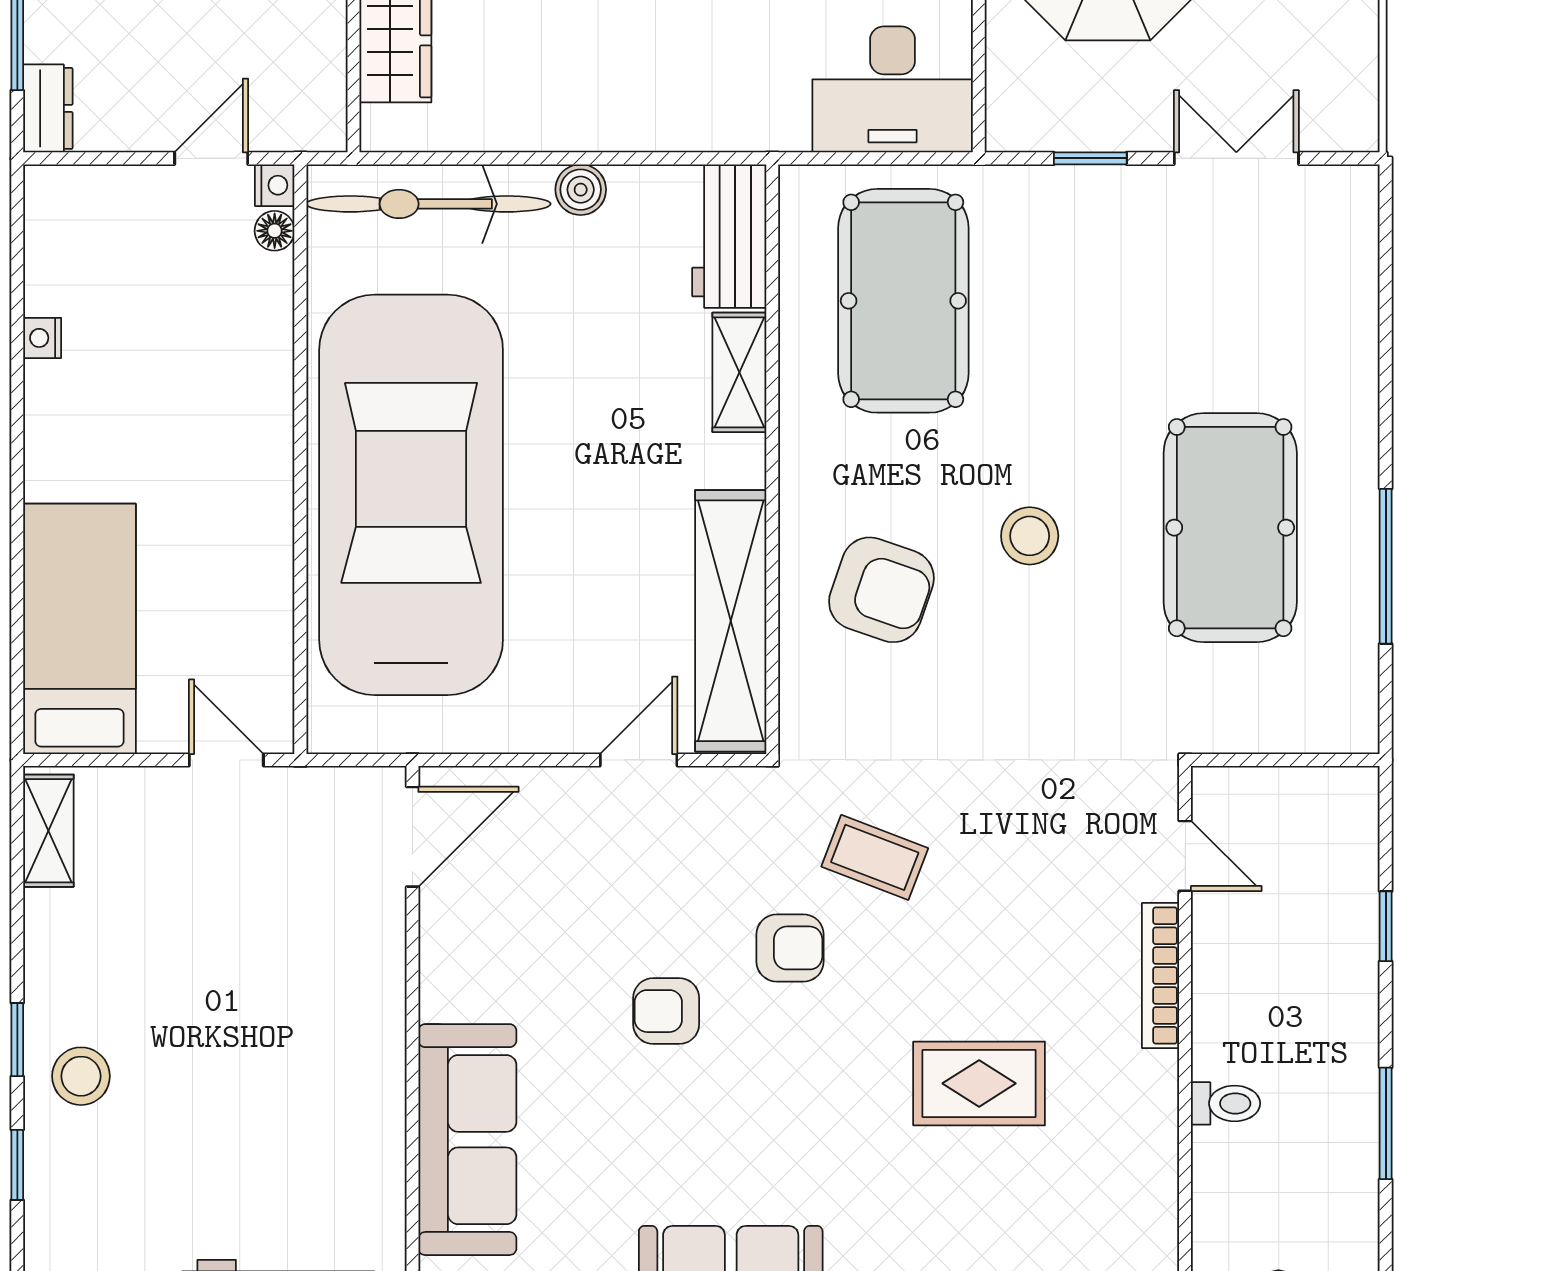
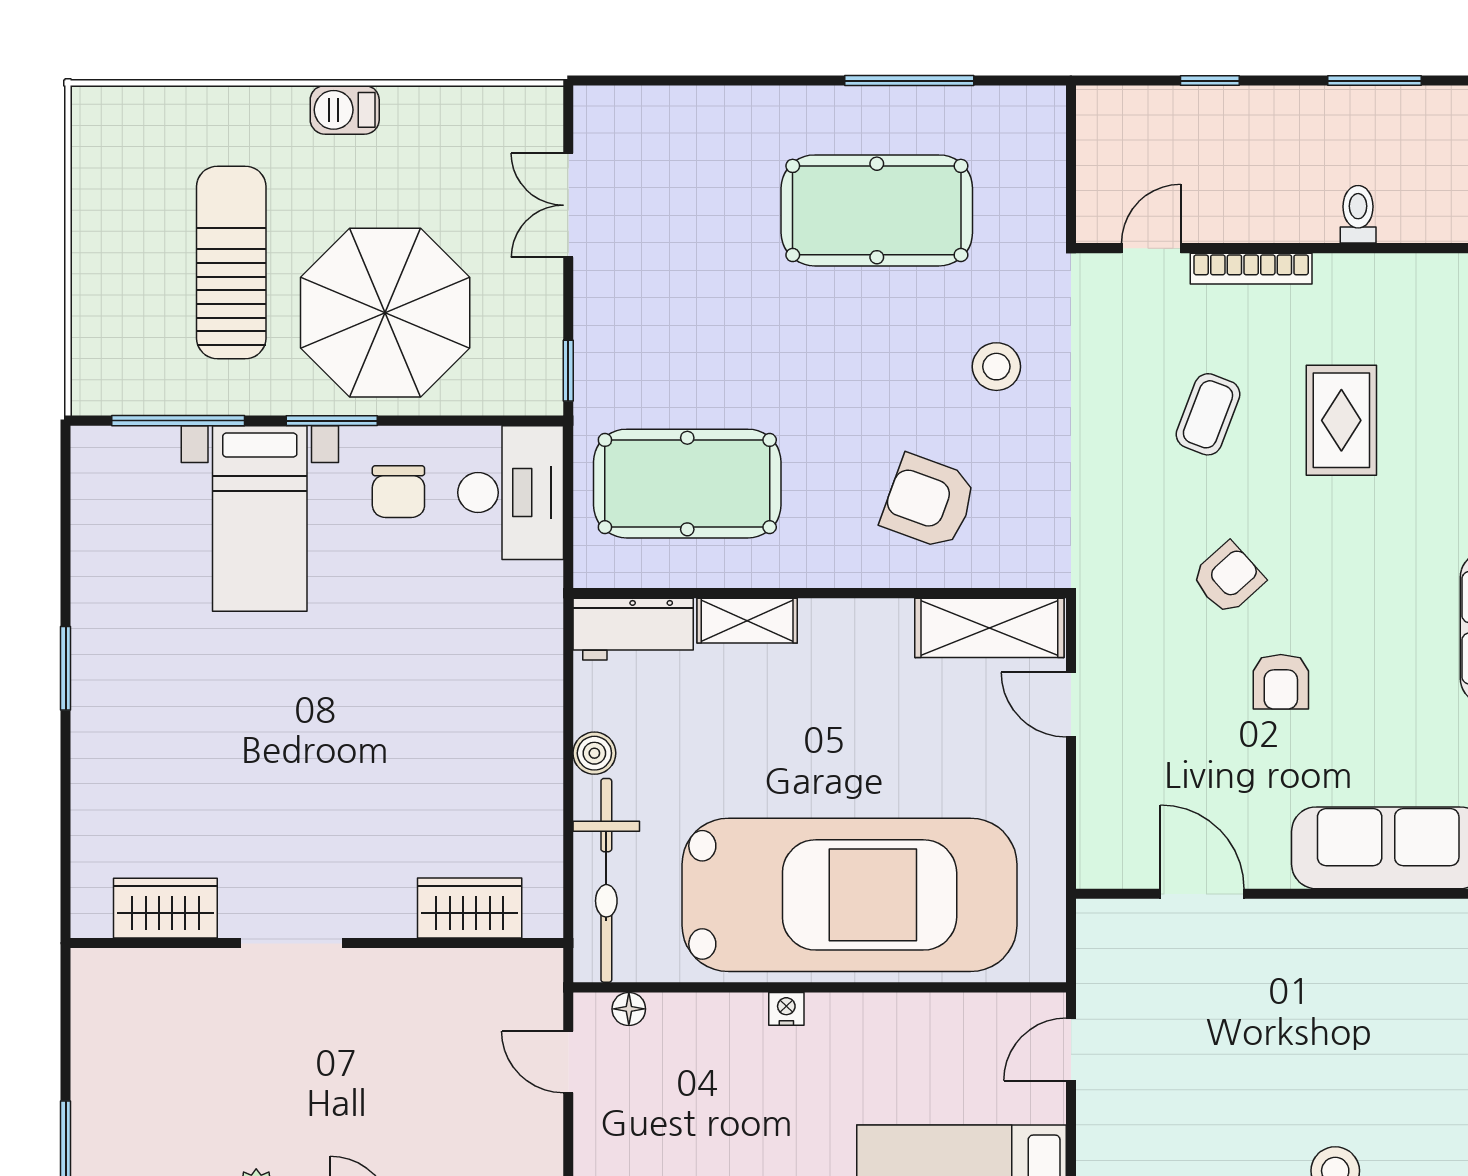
window: (1090, 158) -> (568, 371), moved
nightstand: (275, 185) -> (786, 1009), moved
car: (411, 495) -> (849, 895), turned 180
stool: (1030, 536) -> (996, 367), moved
armchair: (881, 590) -> (929, 502), turned -89
shelving: (731, 621) -> (989, 628), width x0.68
door: (412, 837) -> (1202, 894), moved
coffee table: (875, 857) -> (1208, 414), moved
armchair: (790, 948) -> (1228, 578), turned 48

